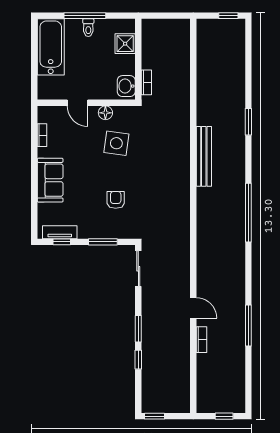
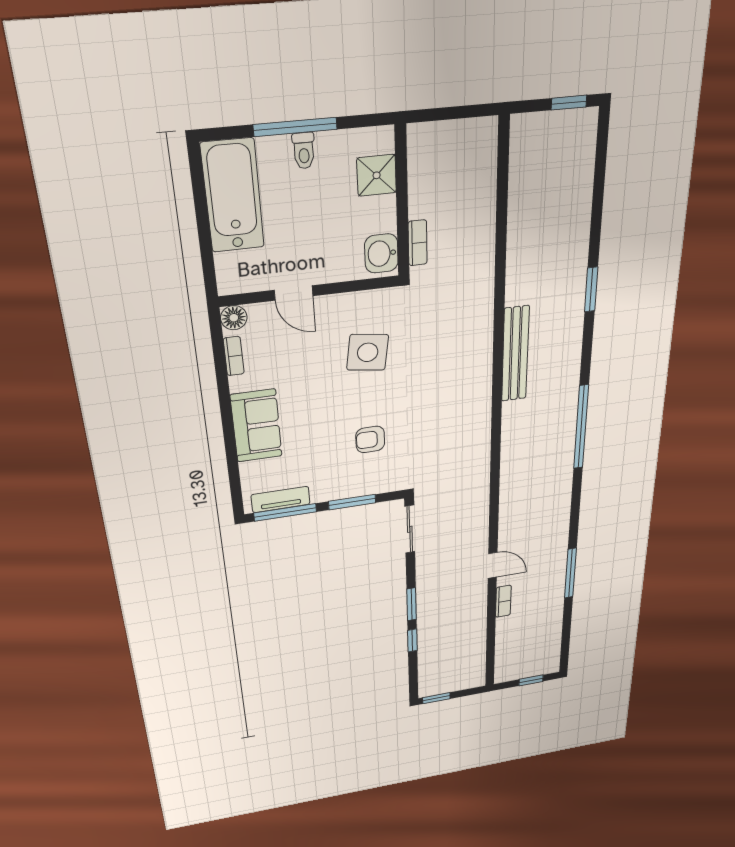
floor lamp: (105, 113) -> (234, 318), moved
armchair: (116, 200) -> (370, 439), turned -90
window: (62, 242) -> (285, 512), width x2.17

